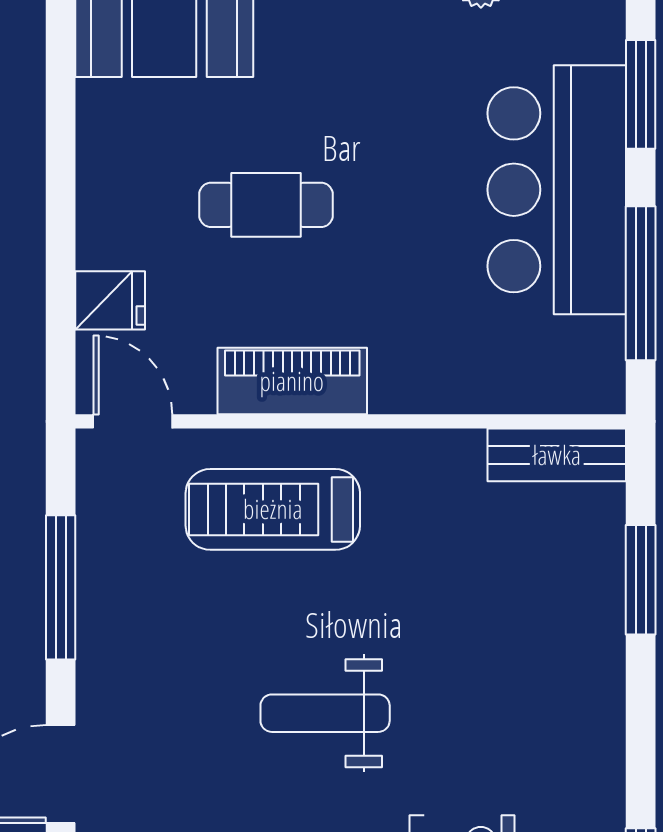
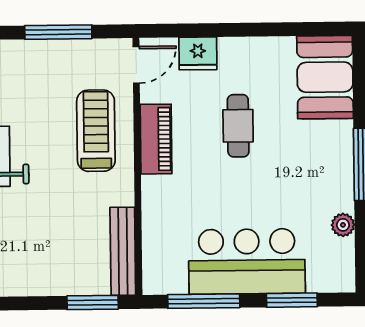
fridge: (110, 300) -> (198, 53), width x1.38
bench: (557, 455) -> (123, 251), width x1.36
window: (641, 580) -> (93, 303), moved

